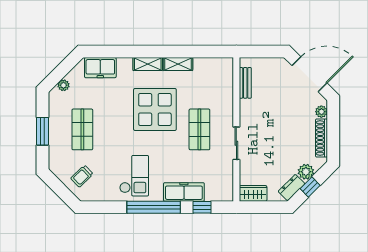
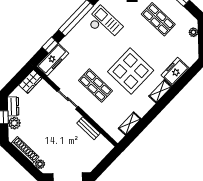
shelving: (178, 64) -> (130, 124), moved
freezer: (100, 68) -> (175, 72), moved
bench: (245, 83) -> (88, 128), moved
checkout: (134, 176) -> (104, 24), turned 180
freezer: (184, 192) -> (53, 60), moved

